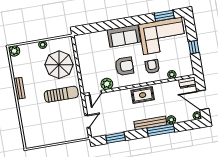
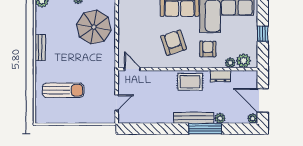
armchair: (124, 66) -> (174, 43), turned -108
dresser: (187, 83) -> (220, 76), moved
plant: (107, 84) -> (243, 61), moved
door: (95, 93) -> (132, 69), swing flipped
sun lounger: (61, 94) -> (63, 90), moved
window: (116, 138) -> (148, 129), removed

